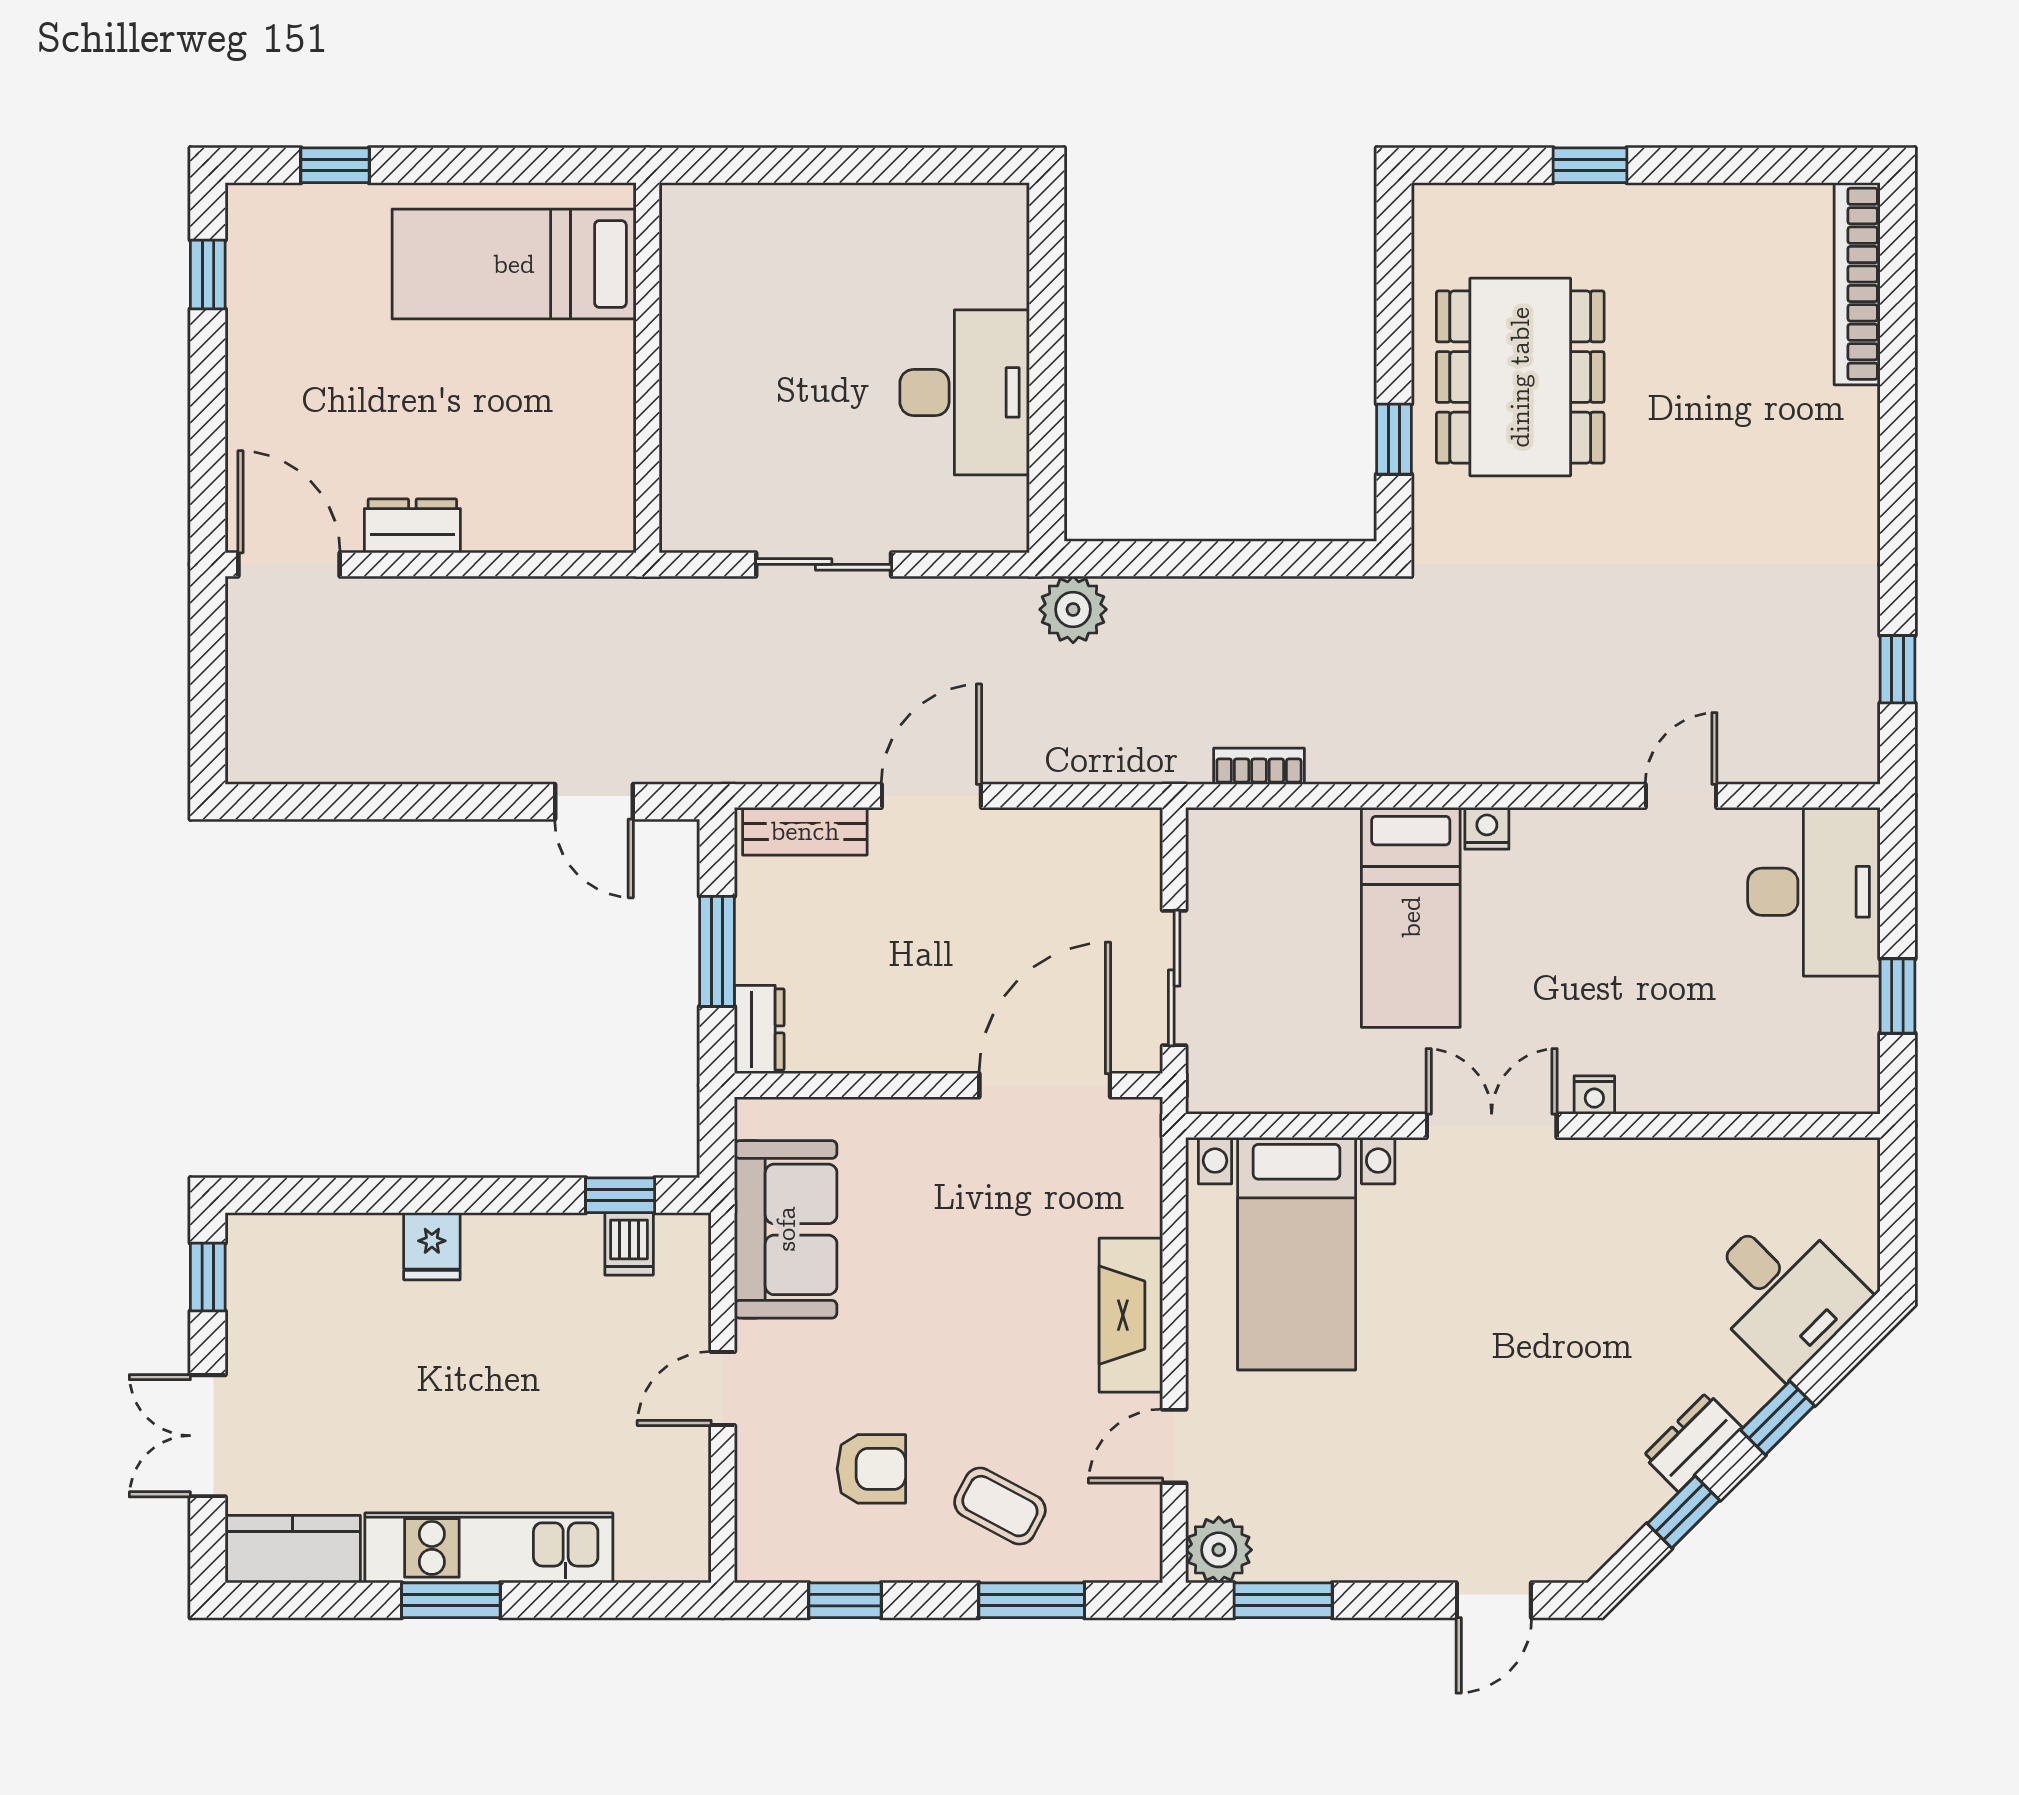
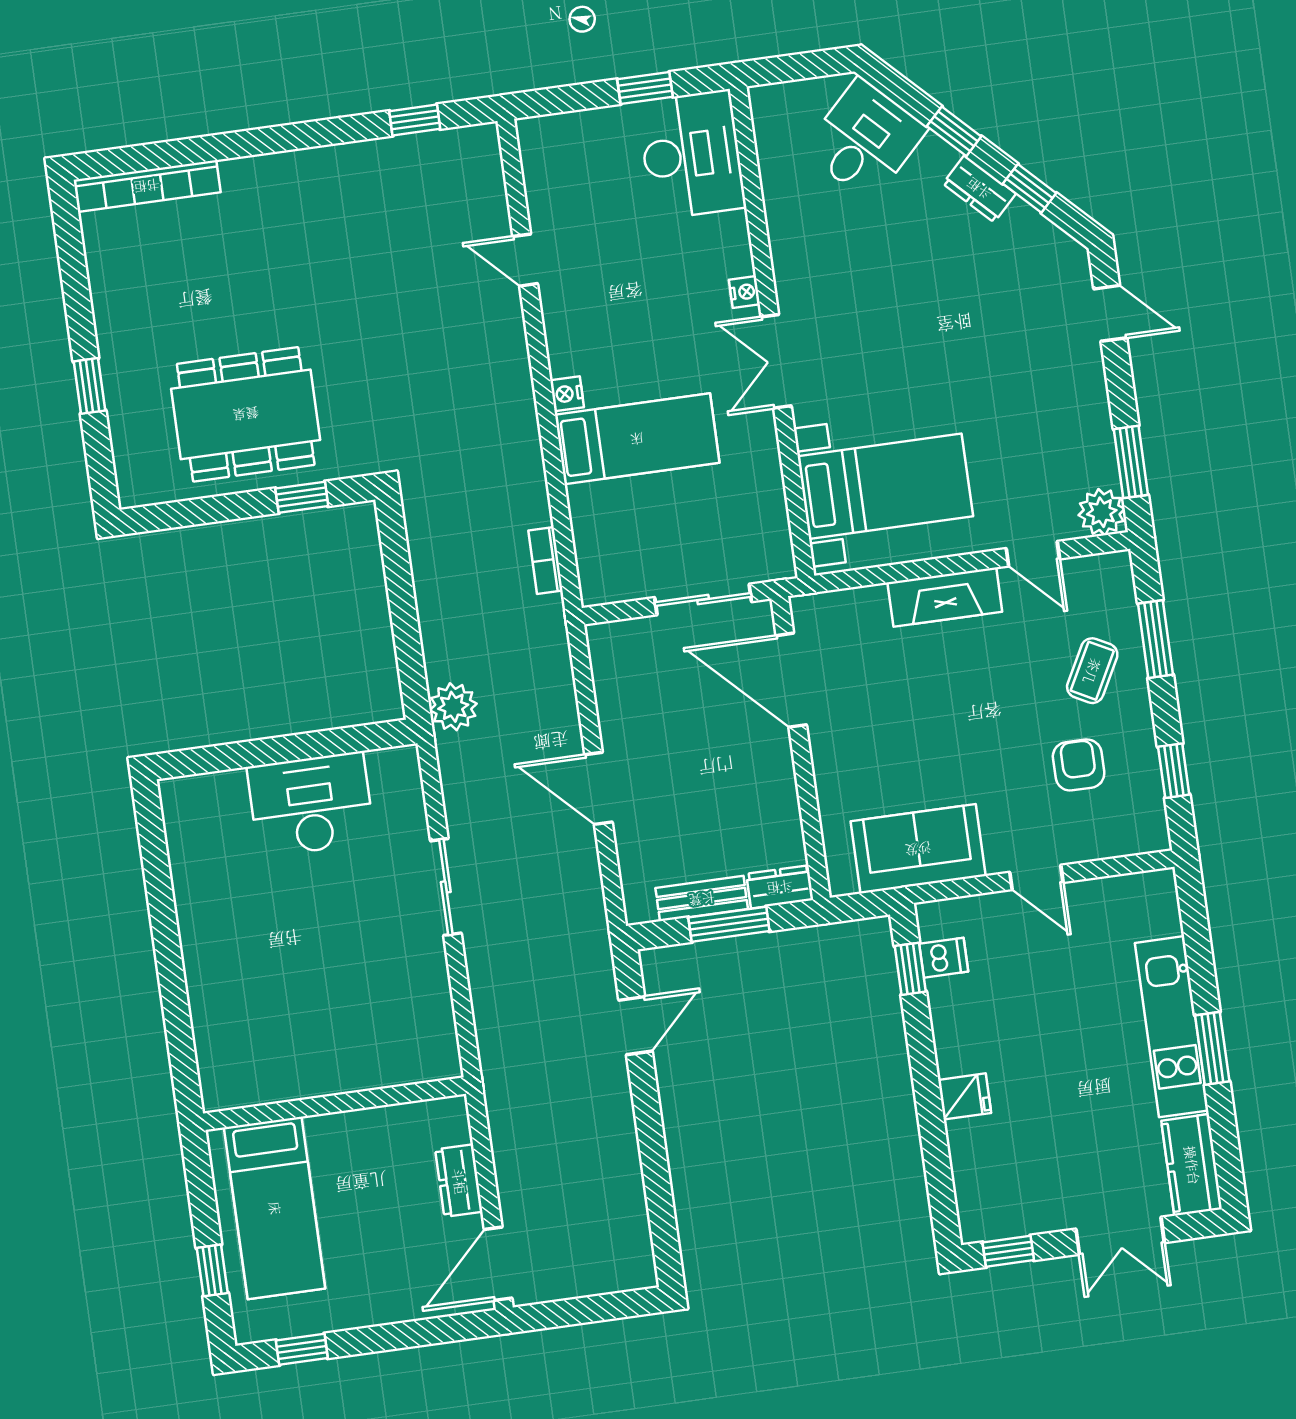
bed: (514, 264) -> (275, 1208), moved
wall: (648, 368) -> (335, 1104), moved
bench: (805, 831) -> (702, 899), moved, turned 90
desk: (1814, 892) -> (692, 155), moved, turned 90

